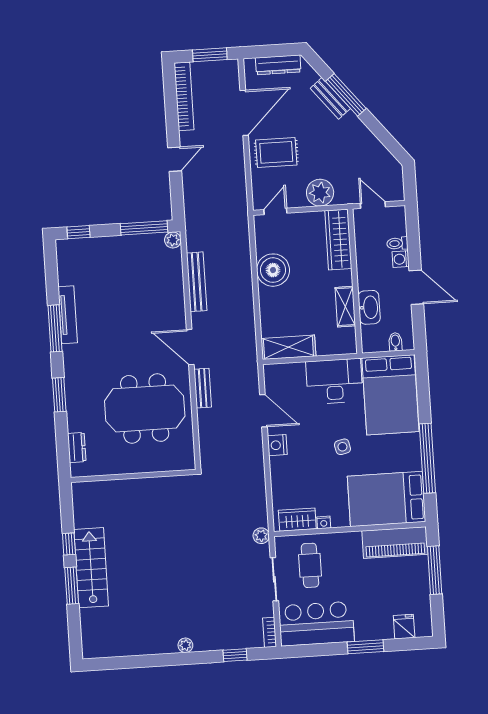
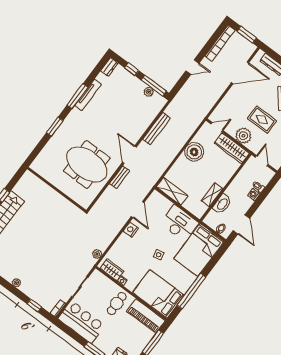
rug: (276, 152) -> (262, 120), moved
window: (79, 232) -> (132, 69), moved
plant: (173, 240) -> (149, 92), moved
wardrobe: (338, 240) -> (232, 148), moved, turned -90
door: (416, 287) -> (241, 224), moved
dresser: (77, 447) -> (109, 67), moved
plant: (261, 536) -> (97, 254), moved
cafe table: (310, 565) -> (117, 303), moved

